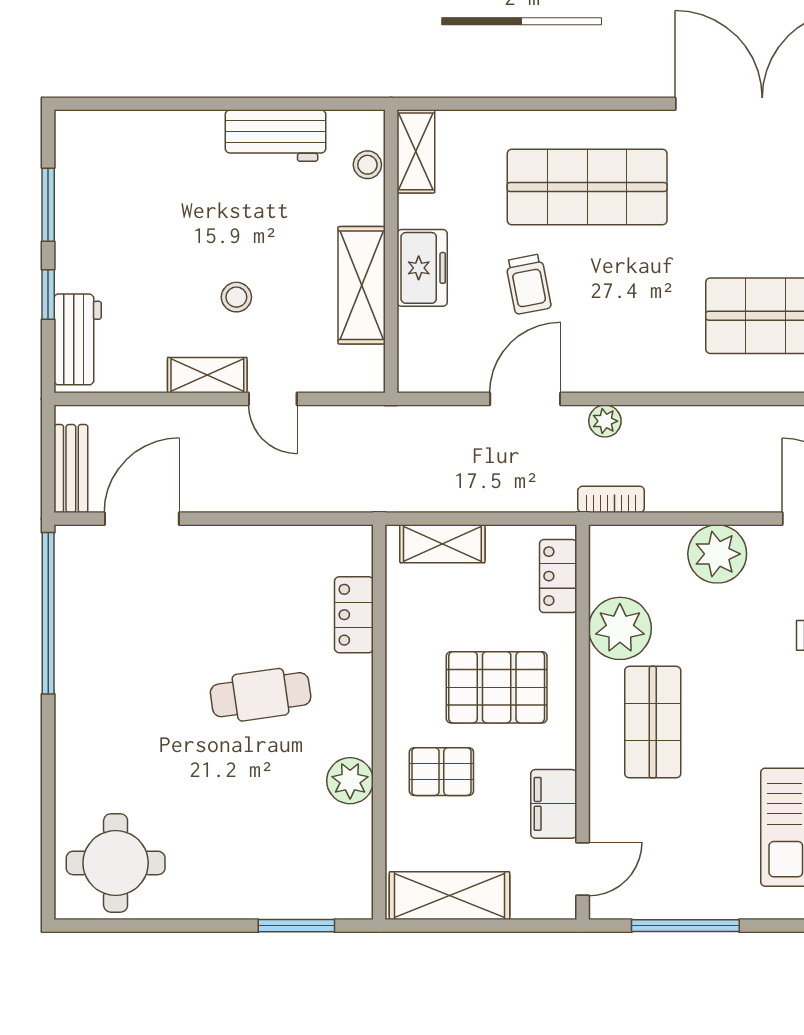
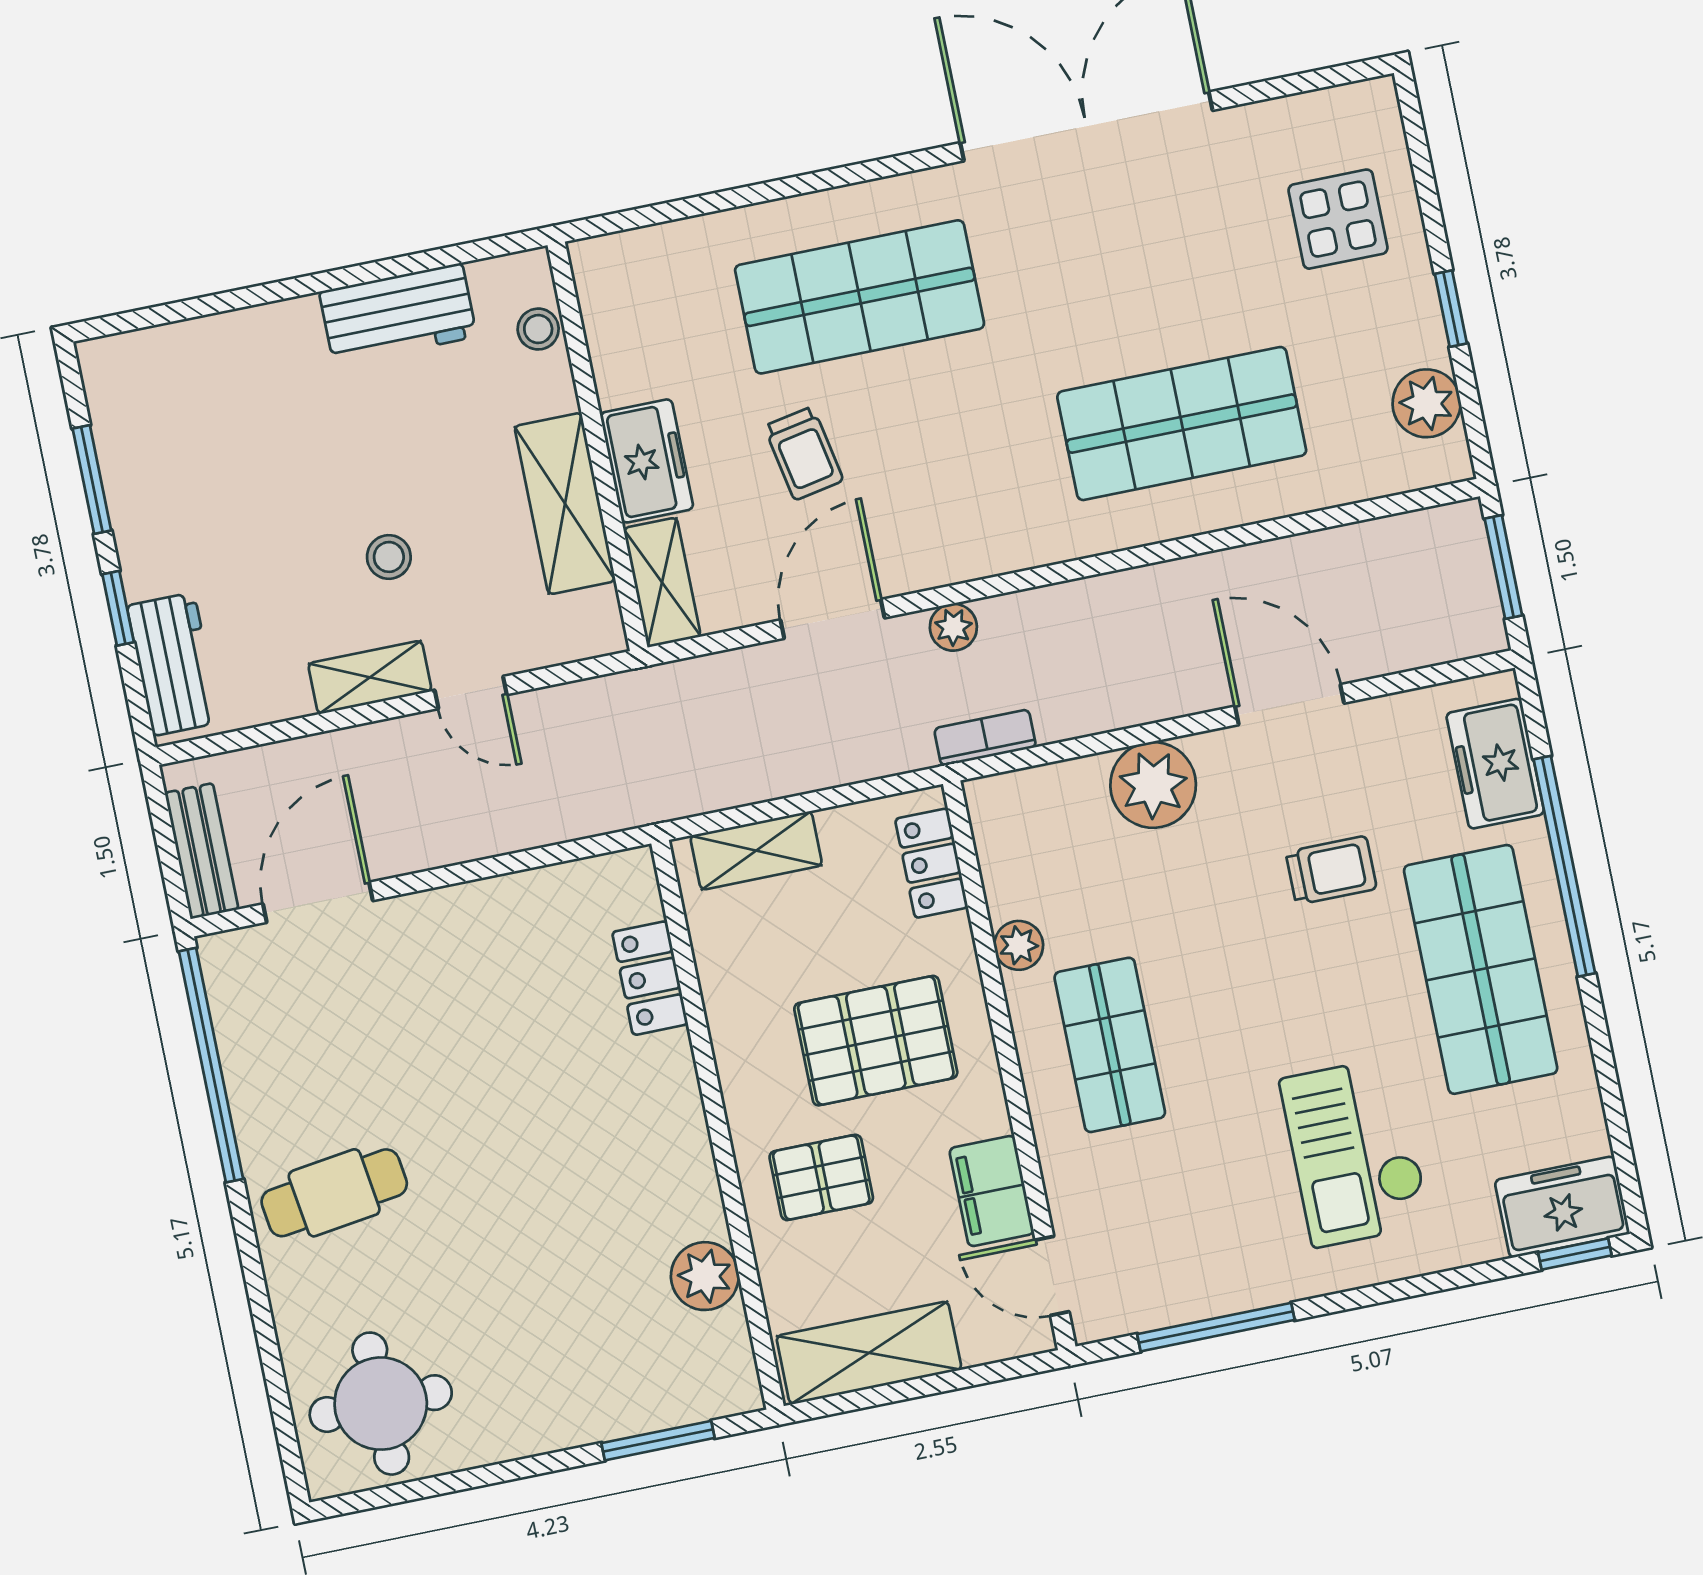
shelving: (416, 151) -> (662, 582), moved
plant: (620, 628) -> (1019, 945), width x0.53, depth x0.53
cafe table: (261, 695) -> (334, 1193), moved
plant: (350, 781) -> (705, 1276), moved
door: (583, 869) -> (1052, 1276), swing flipped

